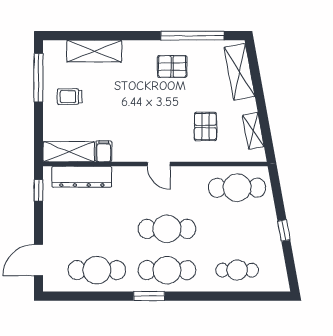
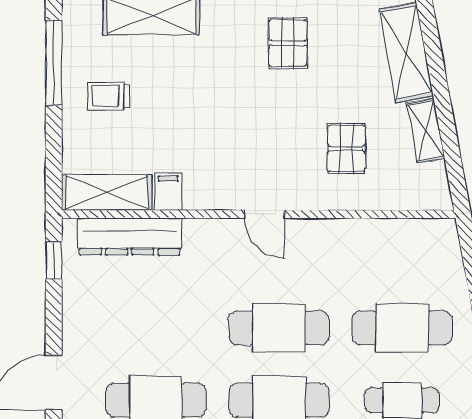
pallet: (172, 66) -> (288, 43), turned 90
shelving: (253, 131) -> (426, 131), moved
cafe table: (237, 188) -> (402, 328), moved

